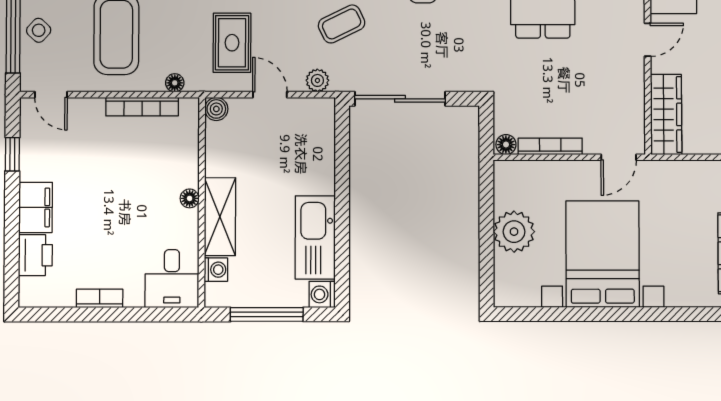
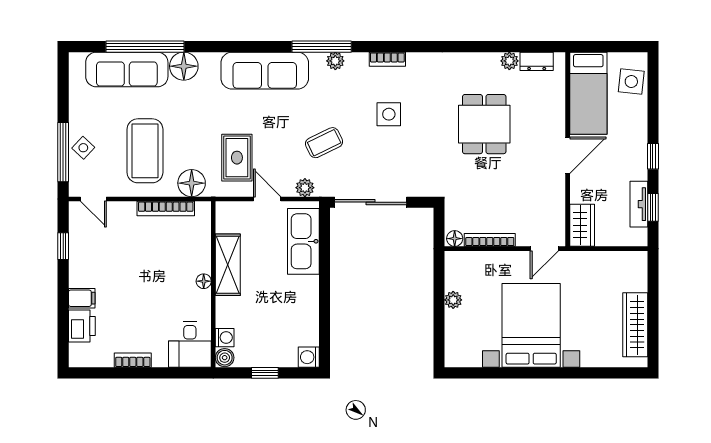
door: (648, 40) -> (568, 155), width x1.38
floor lamp: (175, 83) -> (192, 183), width x1.89, depth x1.89
boiler: (216, 109) -> (225, 358), moved
wardrobe: (666, 114) -> (582, 225), width x0.67
filing cabinet: (36, 207) -> (82, 298), width x0.50
shelving: (220, 217) -> (228, 265), moved
plant: (514, 232) -> (453, 300), width x0.53, depth x0.53
kitchen sink: (315, 237) -> (303, 241), moved
window: (267, 314) -> (265, 373), width x0.46

